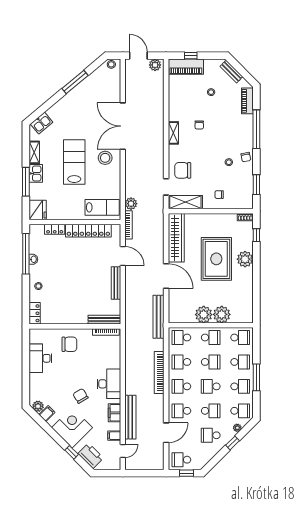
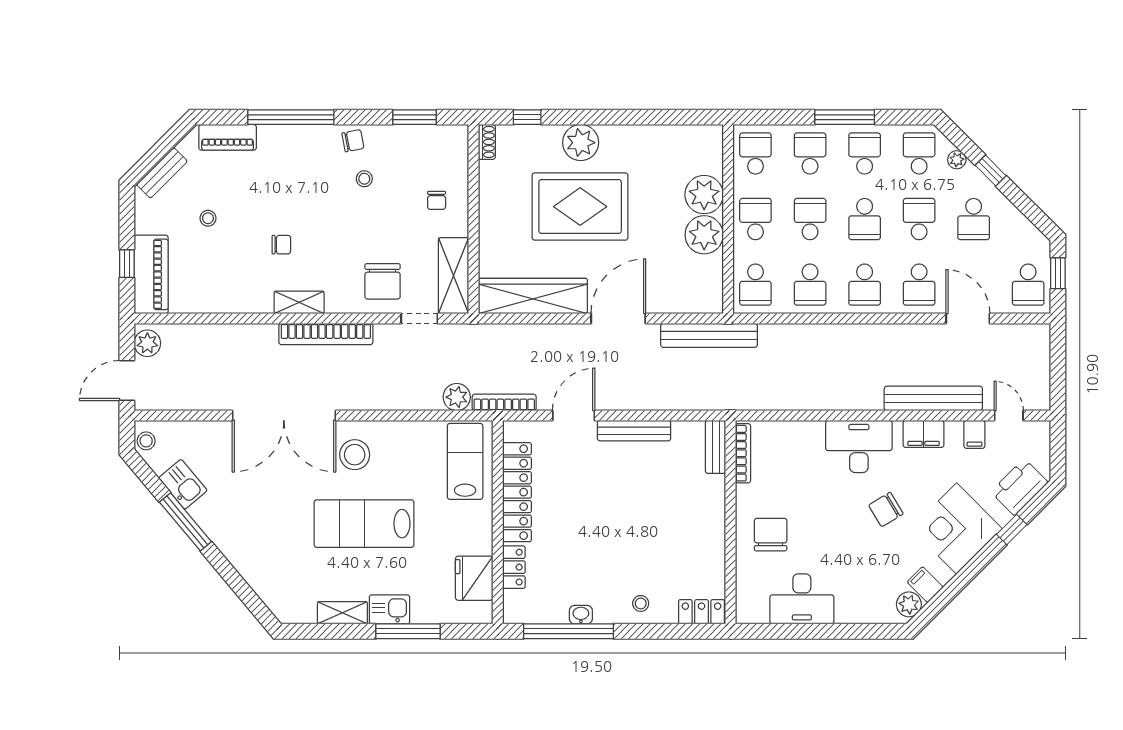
kitchen sink: (42, 123) -> (183, 484), moved
fridge: (38, 210) -> (474, 578), moved, turned -90
bench: (104, 320) -> (716, 447), width x0.73
bookcase: (159, 372) -> (326, 334), moved

